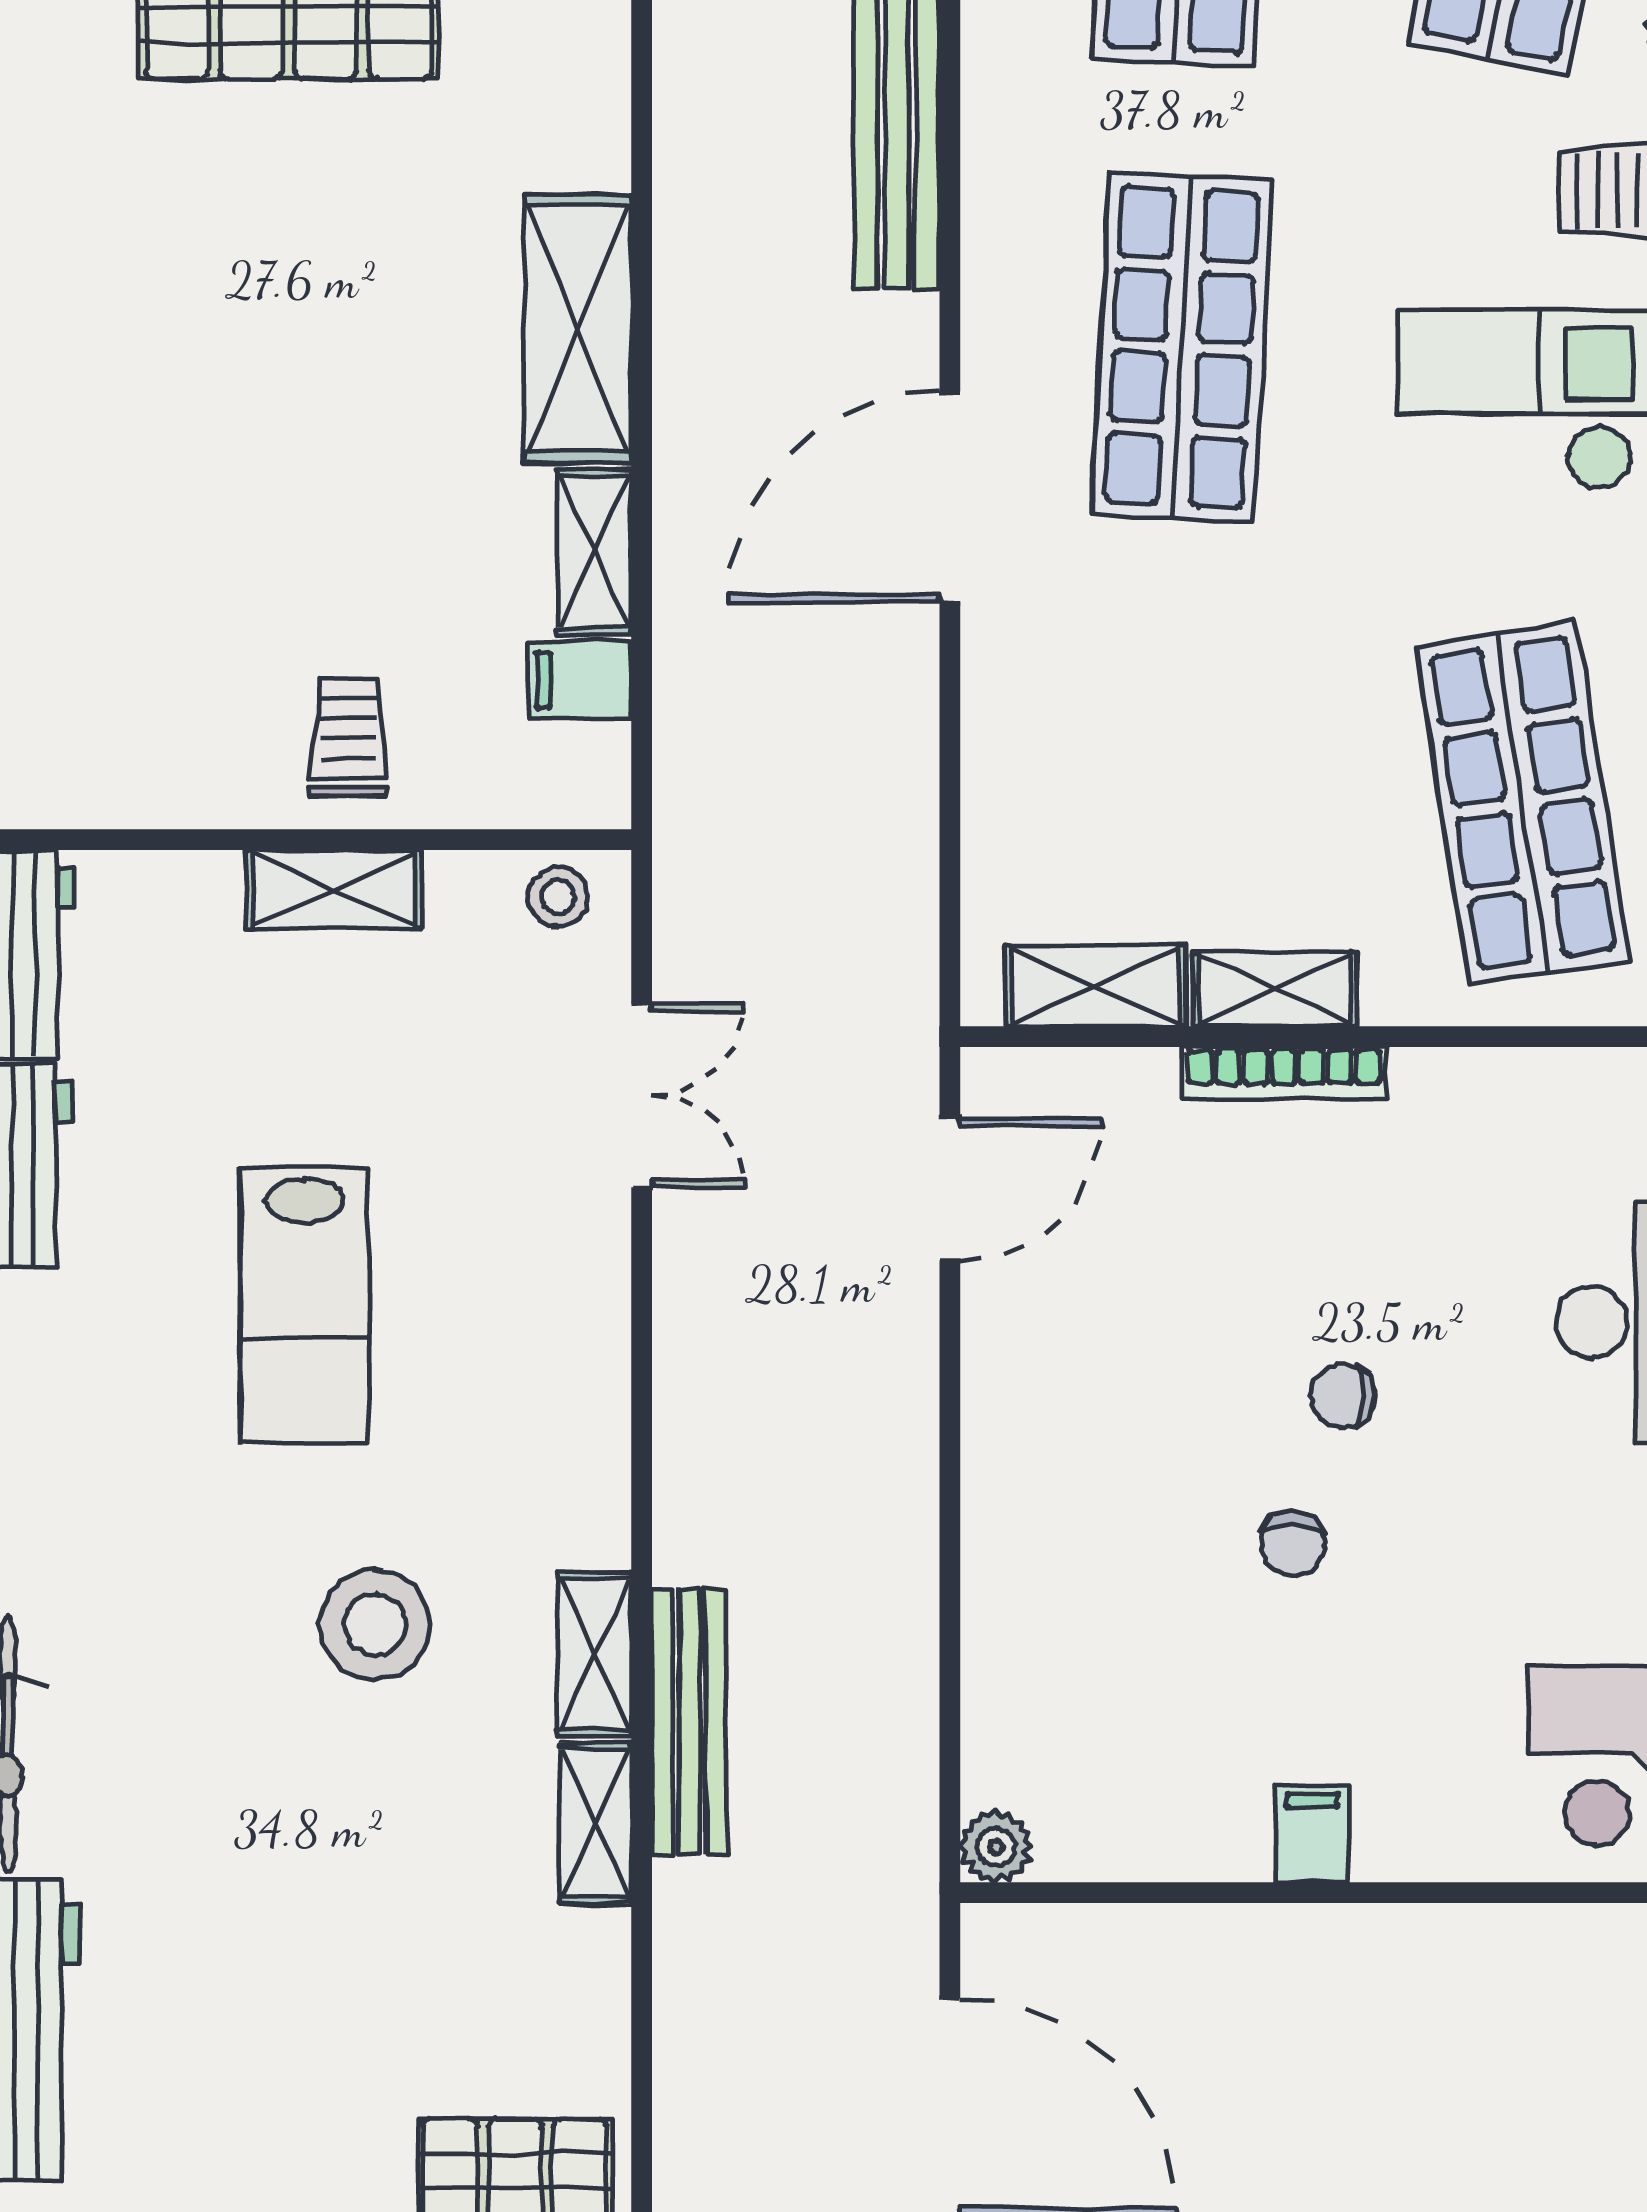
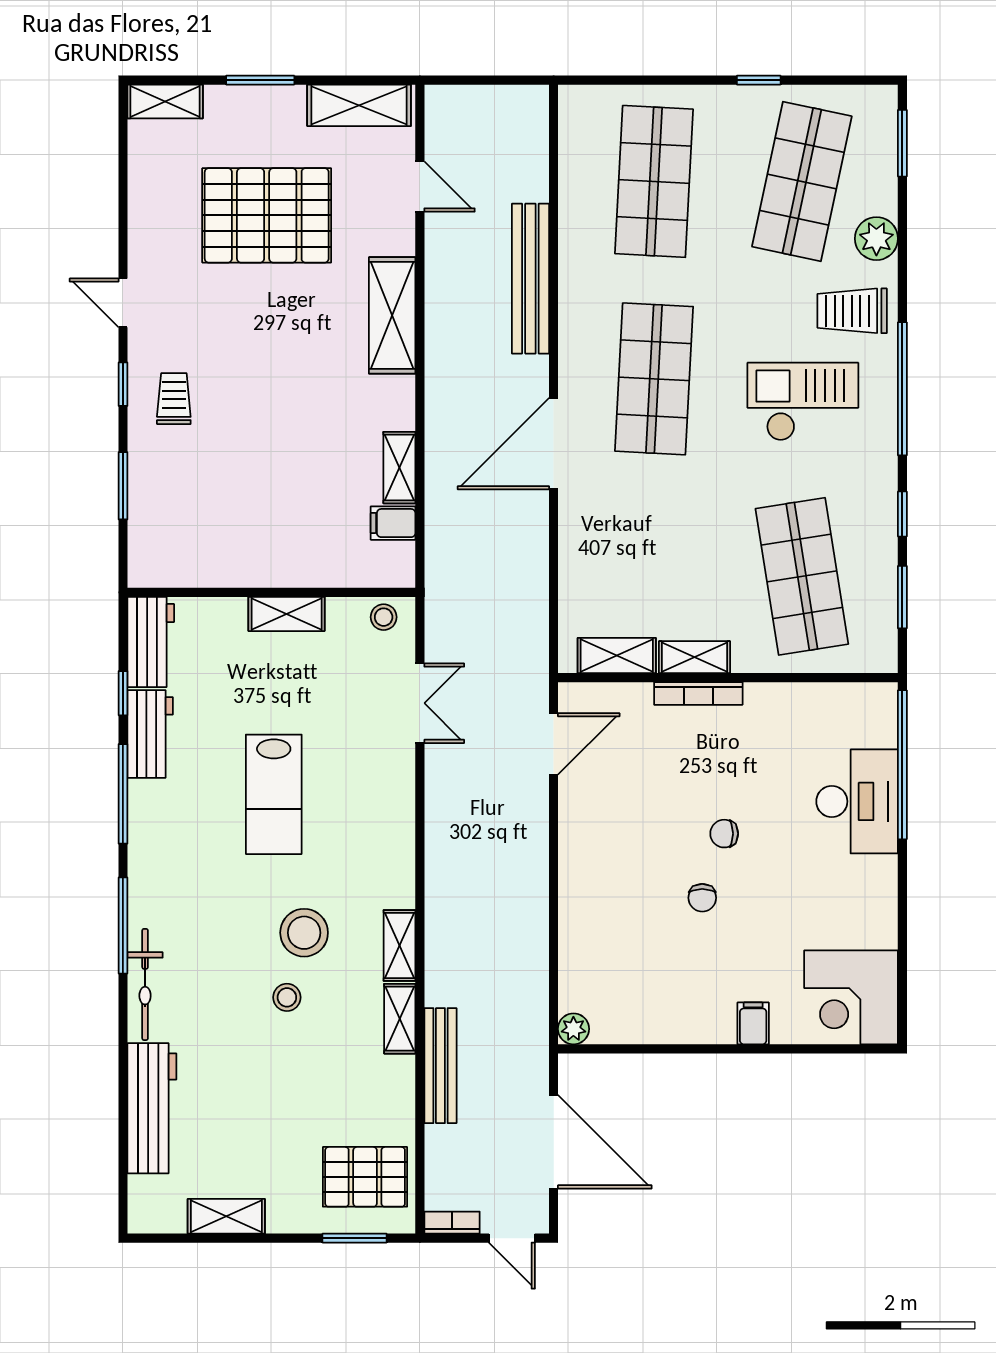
shelving: (578, 328) -> (392, 315), moved
trolley: (348, 737) -> (174, 399), moved
bench: (689, 1722) -> (440, 1066), moved
stool: (335, 1774) -> (287, 997), added
filing cabinet: (1312, 1834) -> (753, 1023), moved

